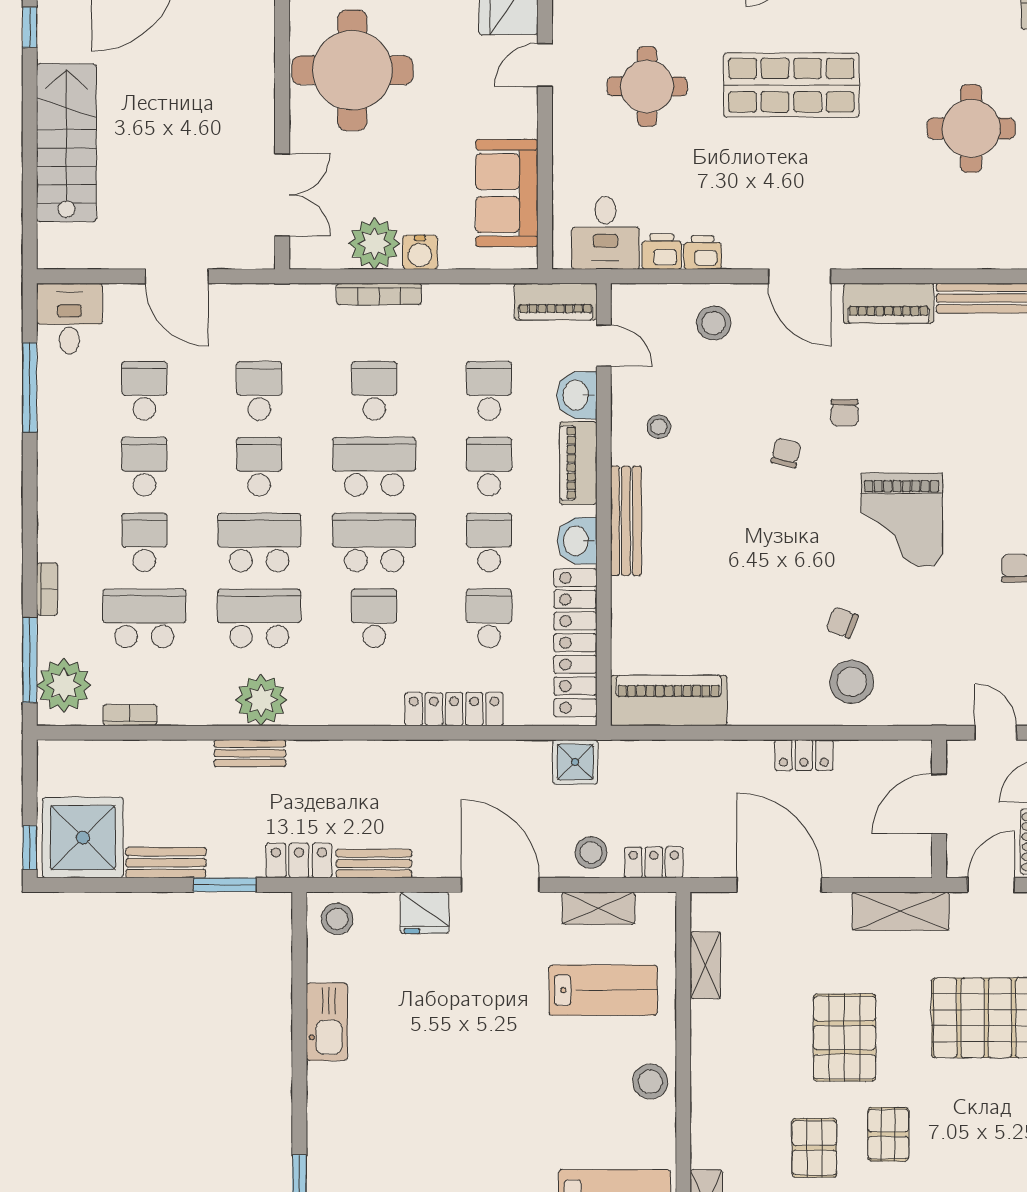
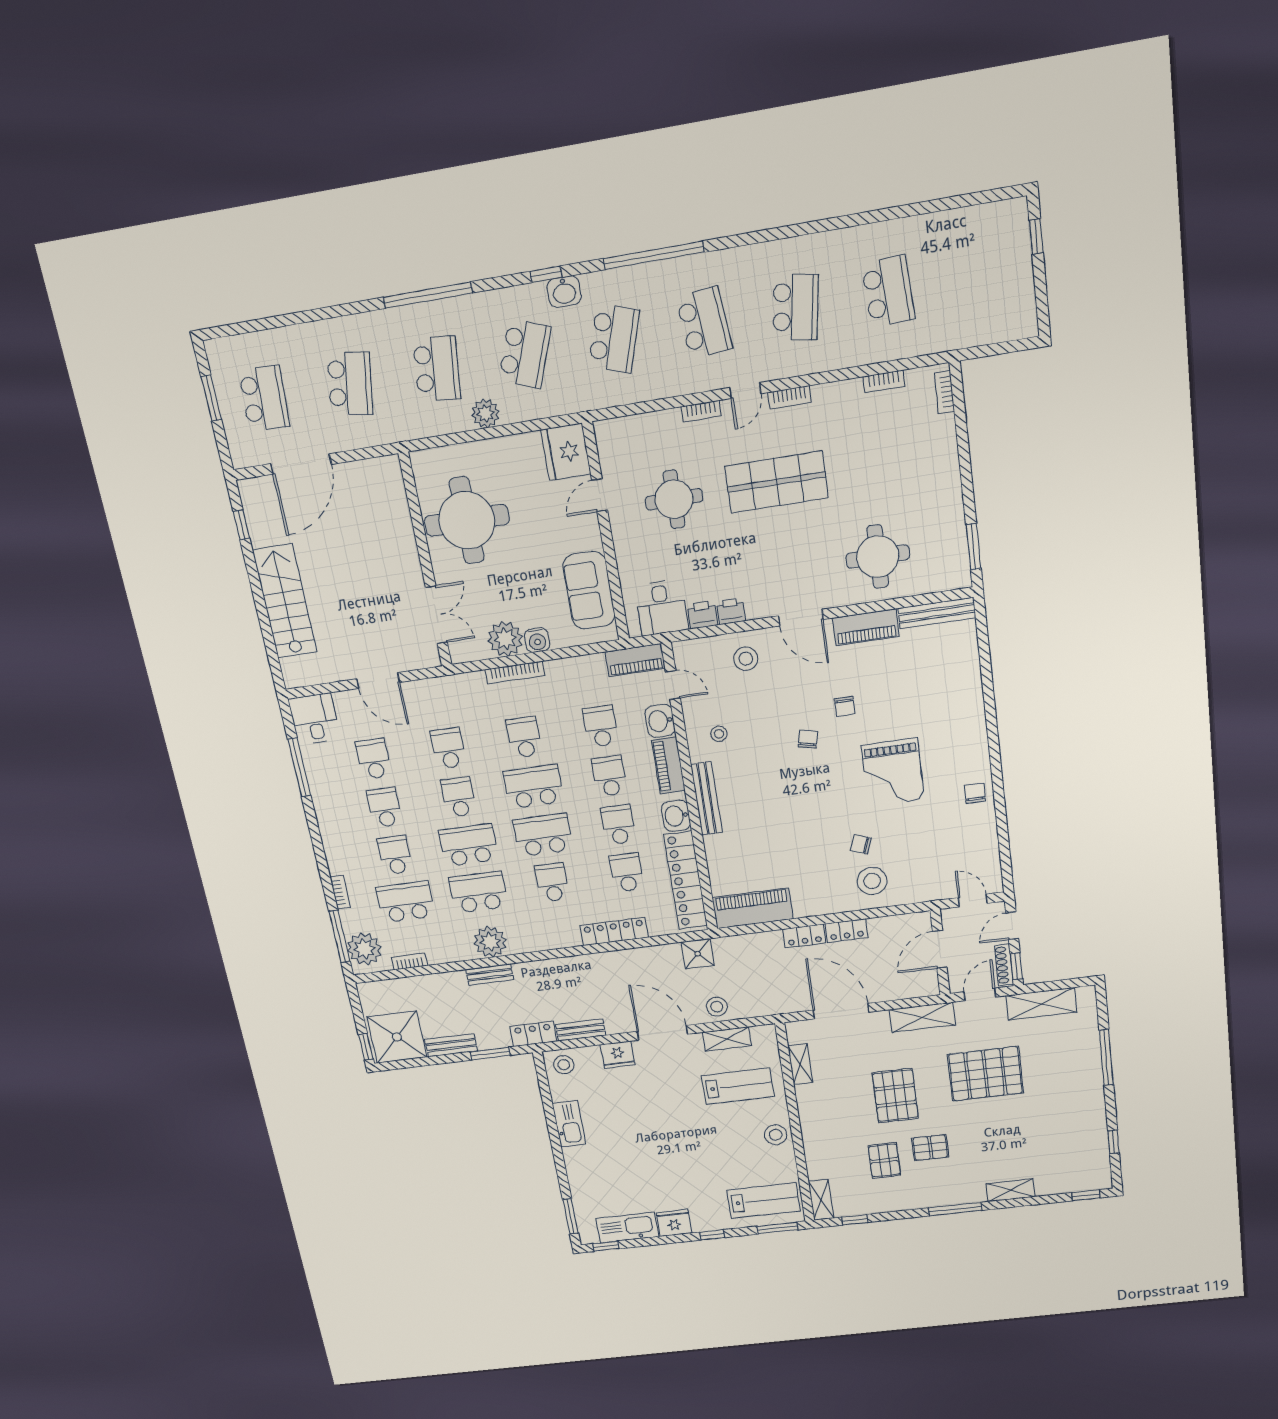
round table: (971, 128) -> (878, 557), moved
locker: (654, 862) -> (804, 936), moved, turned 180
pallet: (888, 1134) -> (930, 1148), turned 90

